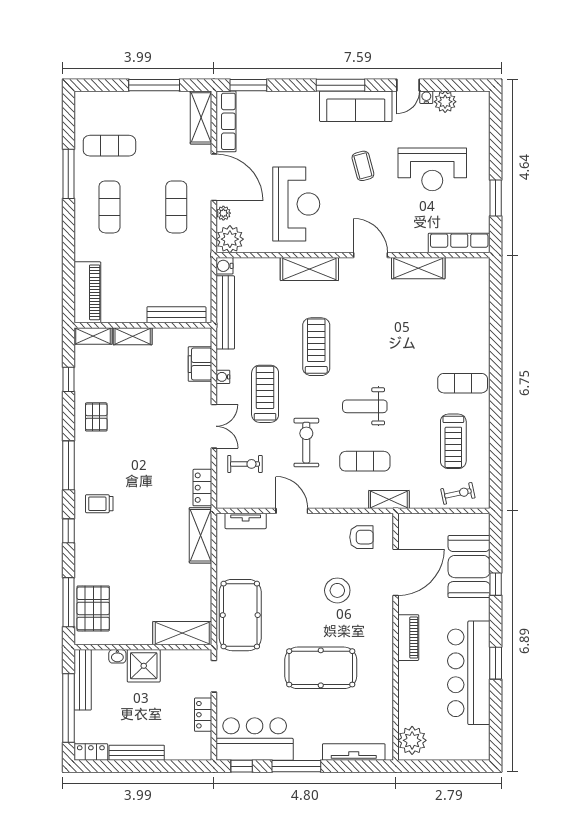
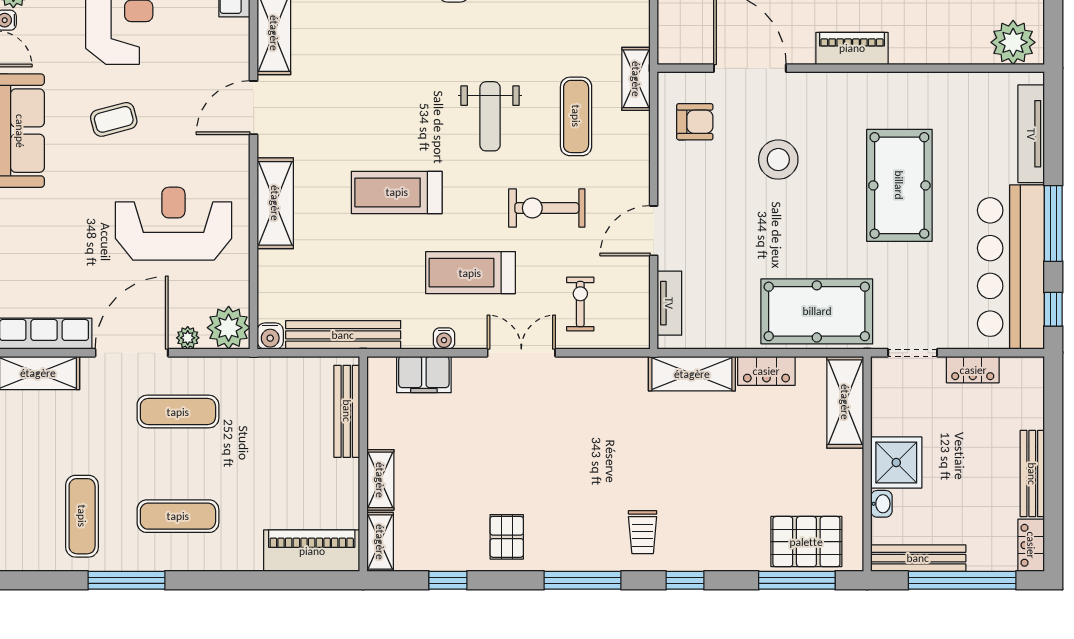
pallet: (96, 417) -> (507, 537), turned 90
locker: (202, 488) -> (766, 371), moved
armchair: (361, 537) -> (695, 122), turned 90
bar counter: (255, 739) -> (1011, 267), width x1.36

